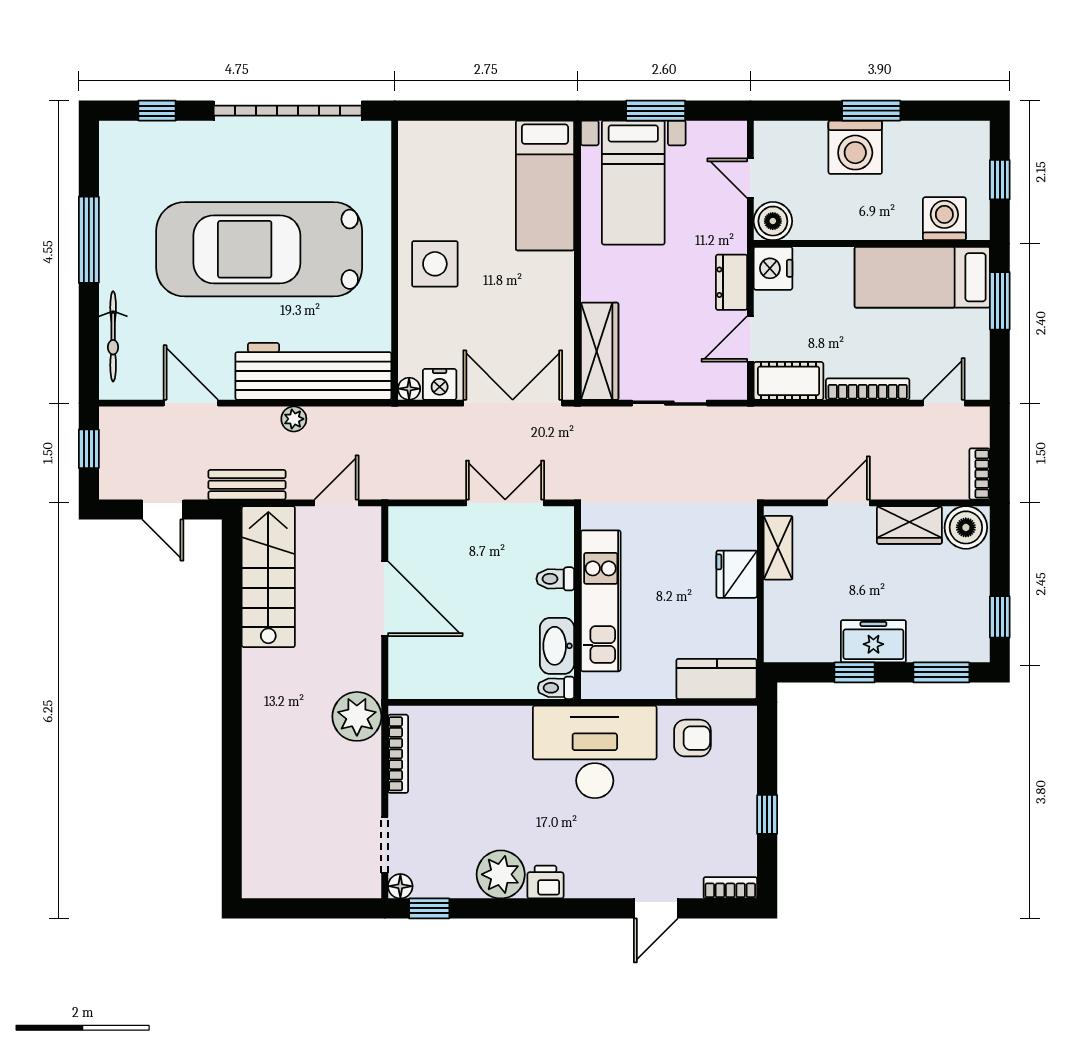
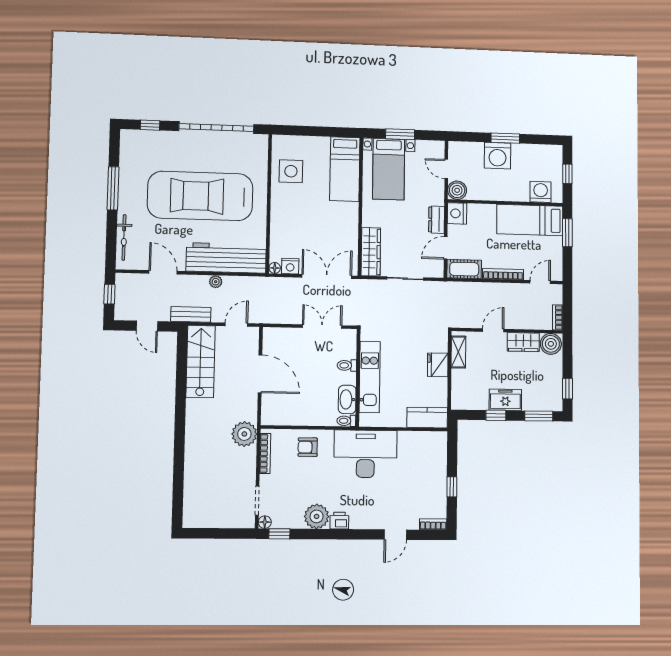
side table: (435, 264) -> (291, 171), moved
armchair: (692, 738) -> (308, 447), moved, turned 180

